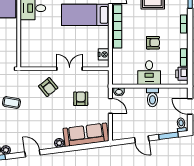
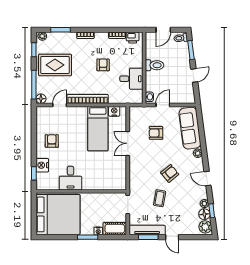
bed: (85, 15) -> (98, 129), moved
desk: (149, 73) -> (131, 79), moved
armchair: (48, 87) -> (170, 173), moved
door: (32, 153) -> (208, 178), hinge flipped

